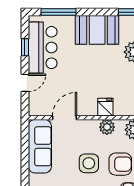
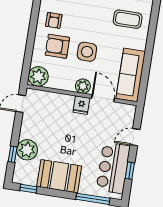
fridge: (105, 107) -> (81, 105), moved
door: (65, 118) -> (103, 98), swing flipped
plant: (107, 127) -> (83, 86), moved

